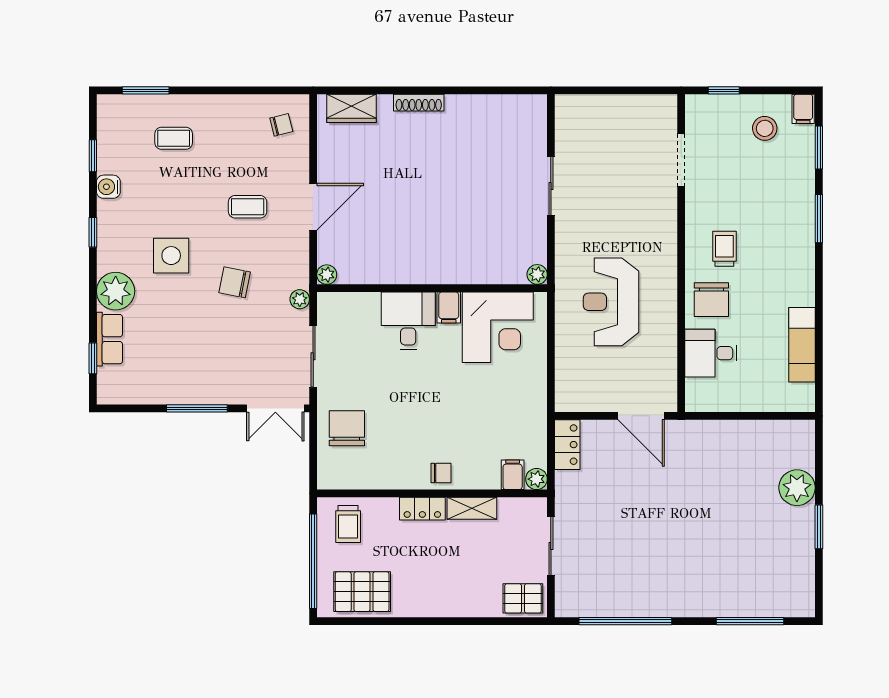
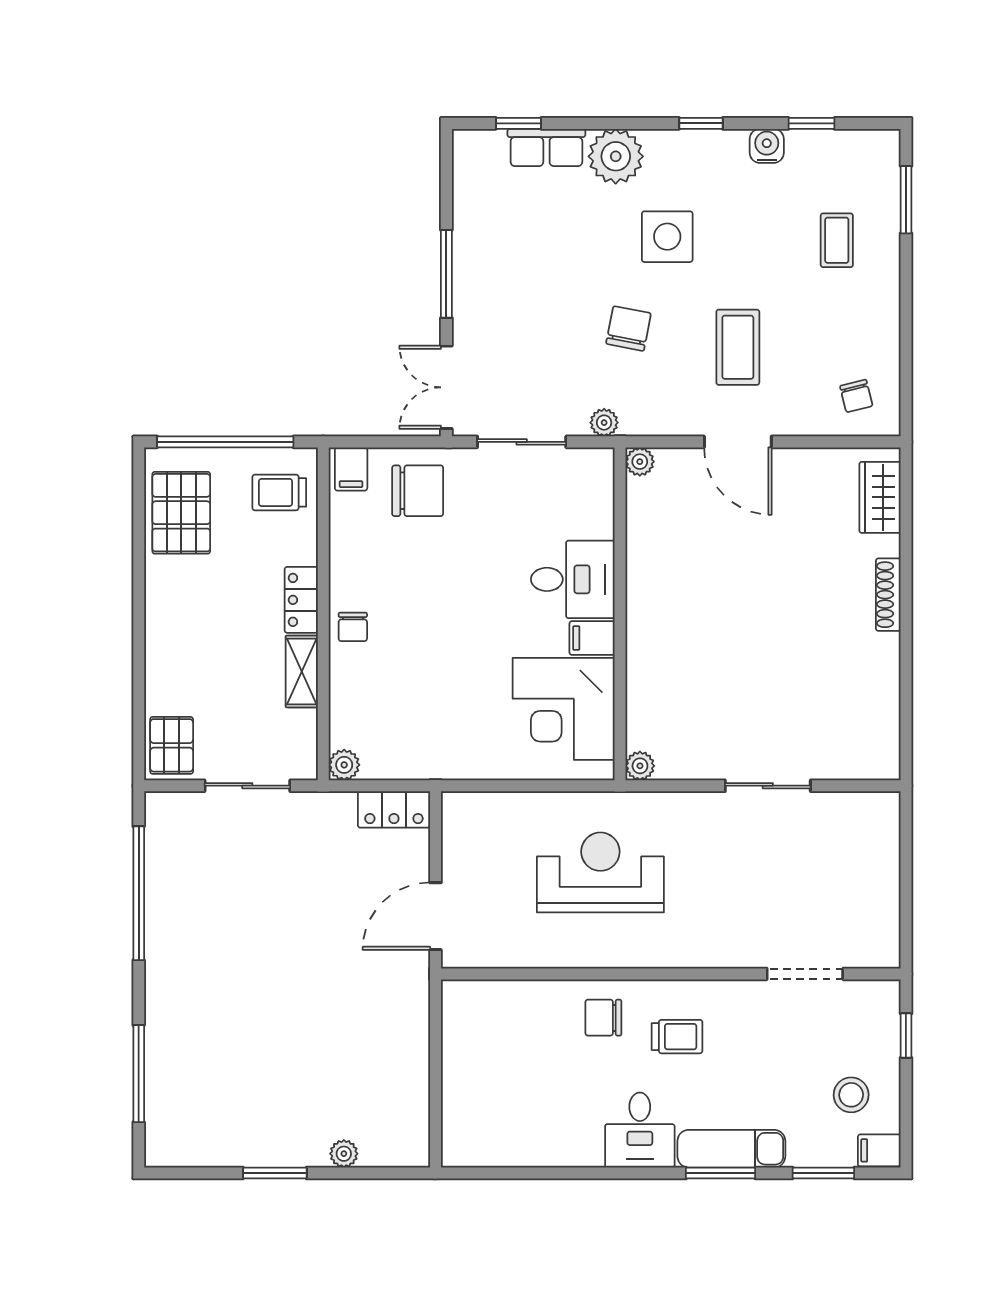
coffee table: (248, 207) -> (738, 347), width x1.36, depth x1.30
chair: (711, 300) -> (603, 1018), width x0.73, depth x0.73
exam couch: (802, 345) -> (731, 1149), moved
desk: (711, 353) -> (640, 1130), moved, turned 180
filing cabinet: (513, 475) -> (351, 469), moved, turned 90
plant: (797, 488) -> (344, 1154), width x0.53, depth x0.53

